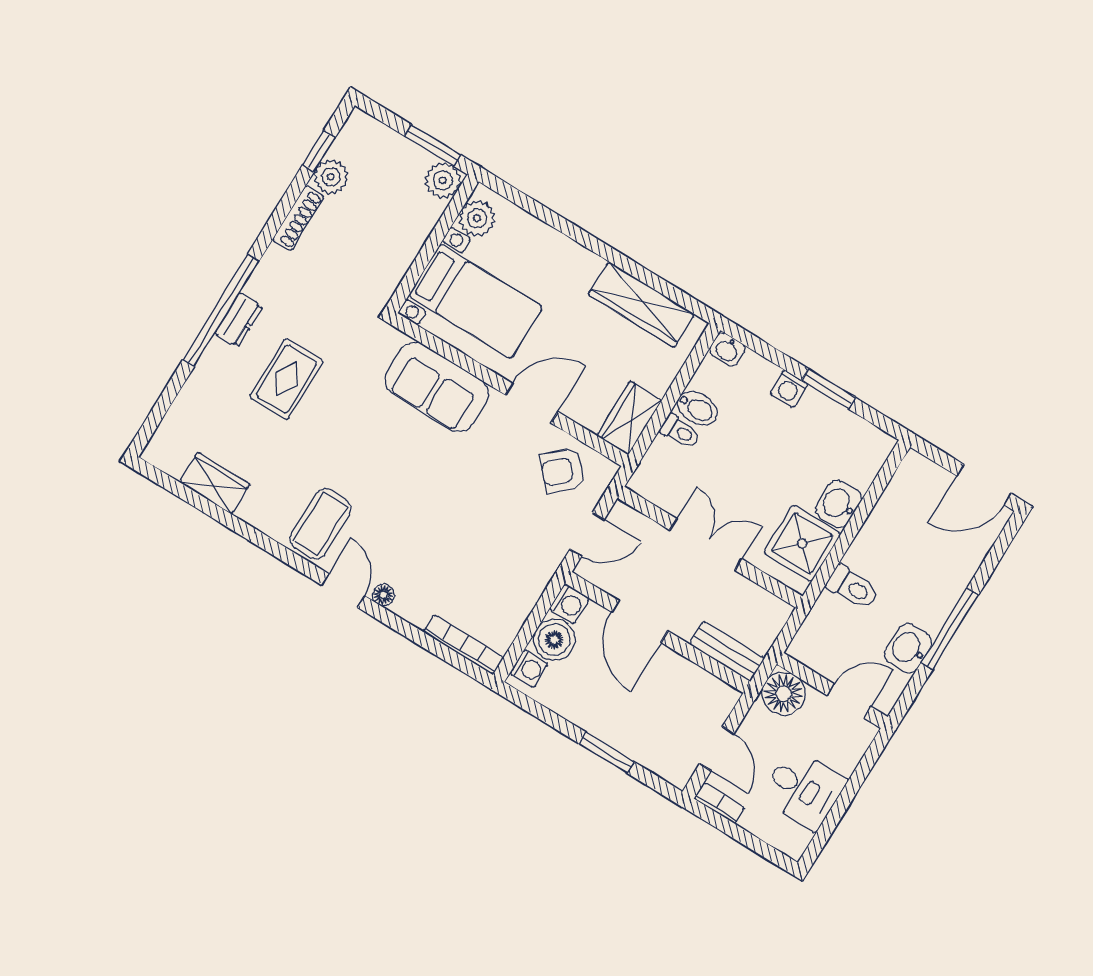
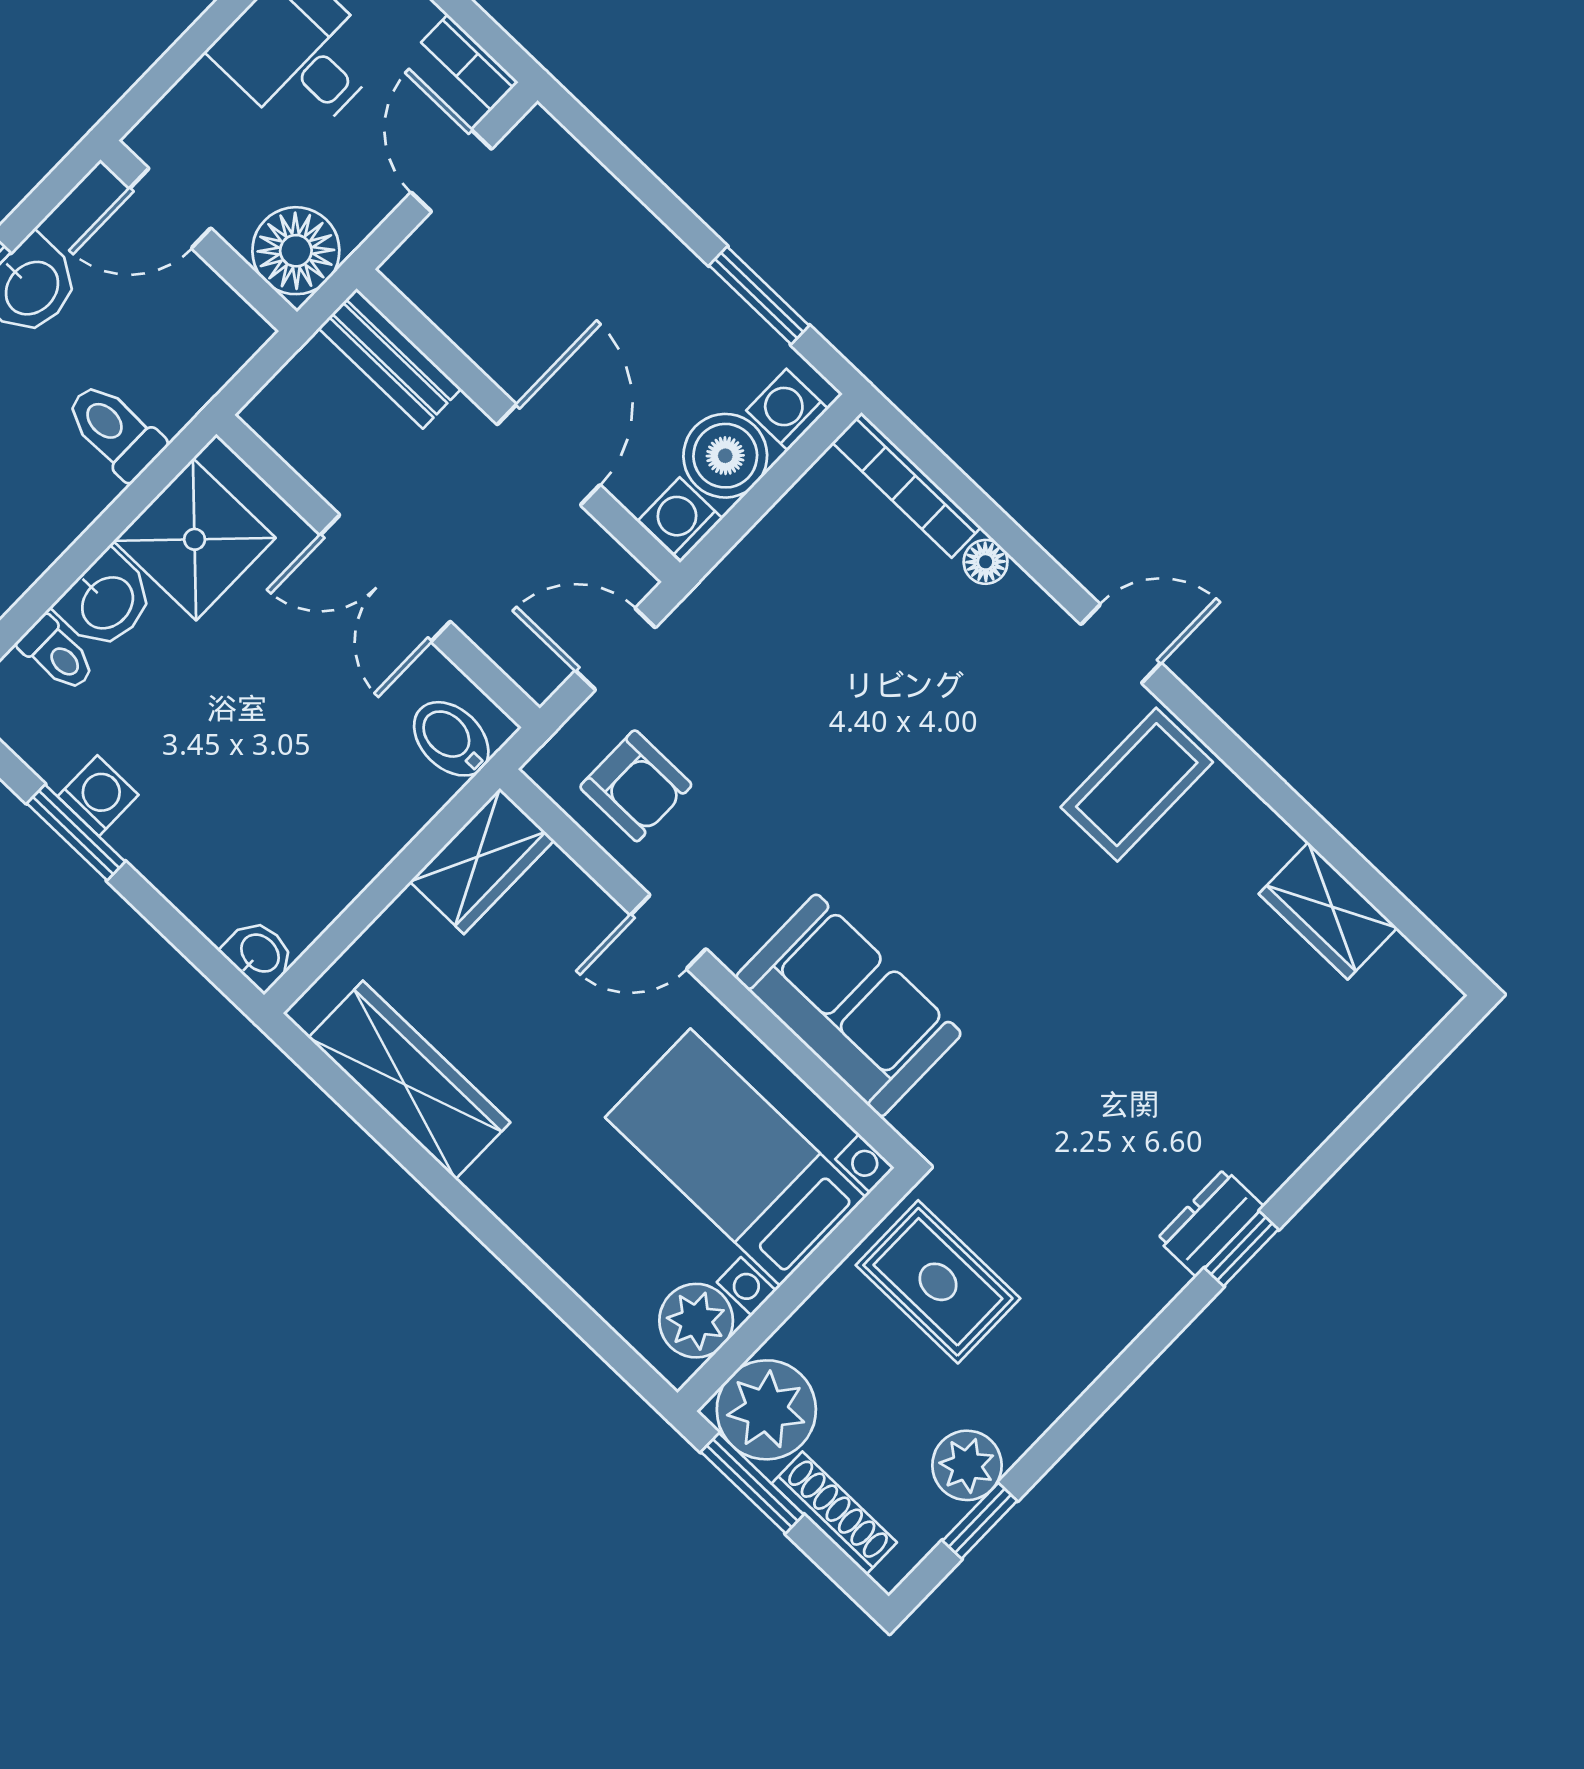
plant: (443, 180) -> (766, 1410), width x1.36, depth x1.36
shoe rack: (298, 218) -> (834, 1513), moved, turned 90
window: (221, 311) -> (1242, 1249), width x0.32
rug: (287, 379) -> (938, 1282), moved, turned 90
washing machine: (789, 389) -> (98, 796), moved
door: (532, 403) -> (668, 932), width x0.73
bidet: (697, 408) -> (451, 739), moved
toilet: (680, 432) -> (57, 654), moved, turned 180
armchair: (563, 471) -> (636, 786), turned 43
door: (343, 591) -> (1121, 644), swing flipped
floor lamp: (383, 595) -> (986, 562), moved
window: (607, 753) -> (759, 295), moved

